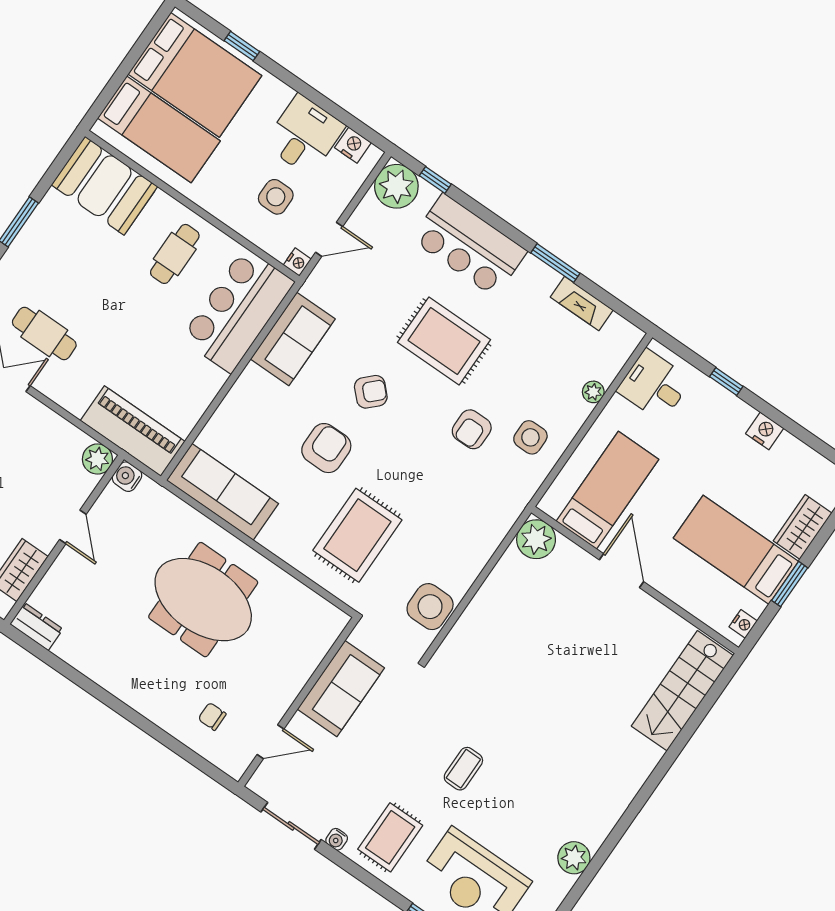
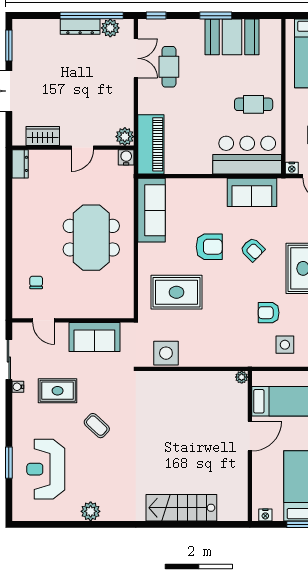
booth: (105, 186) -> (232, 37), moved, turned 90
plant: (536, 539) -> (242, 377), width x0.53, depth x0.53
stairs: (682, 691) -> (181, 508), moved
coffee table: (463, 769) -> (97, 426), turned 43
rug: (390, 837) -> (58, 391), moved

